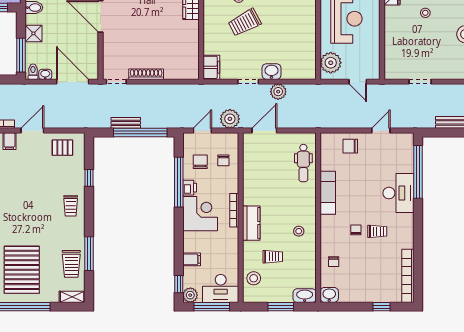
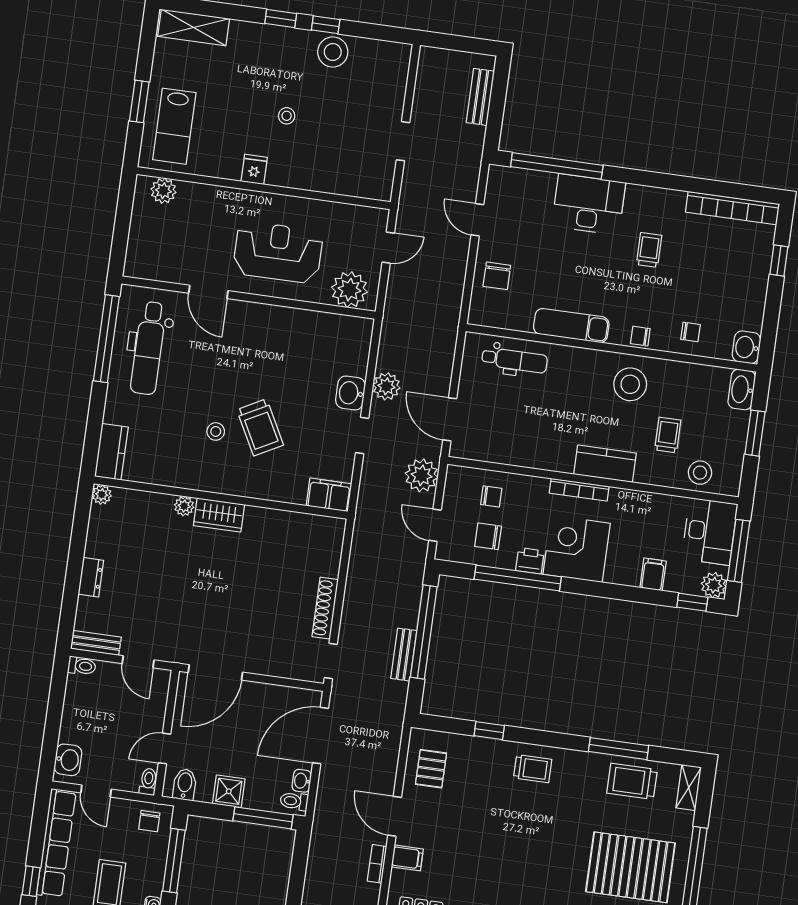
chair: (356, 230) -> (640, 336), moved
stool: (299, 231) -> (630, 384), width x1.89, depth x1.89
trolley: (71, 264) -> (632, 781), turned 180

